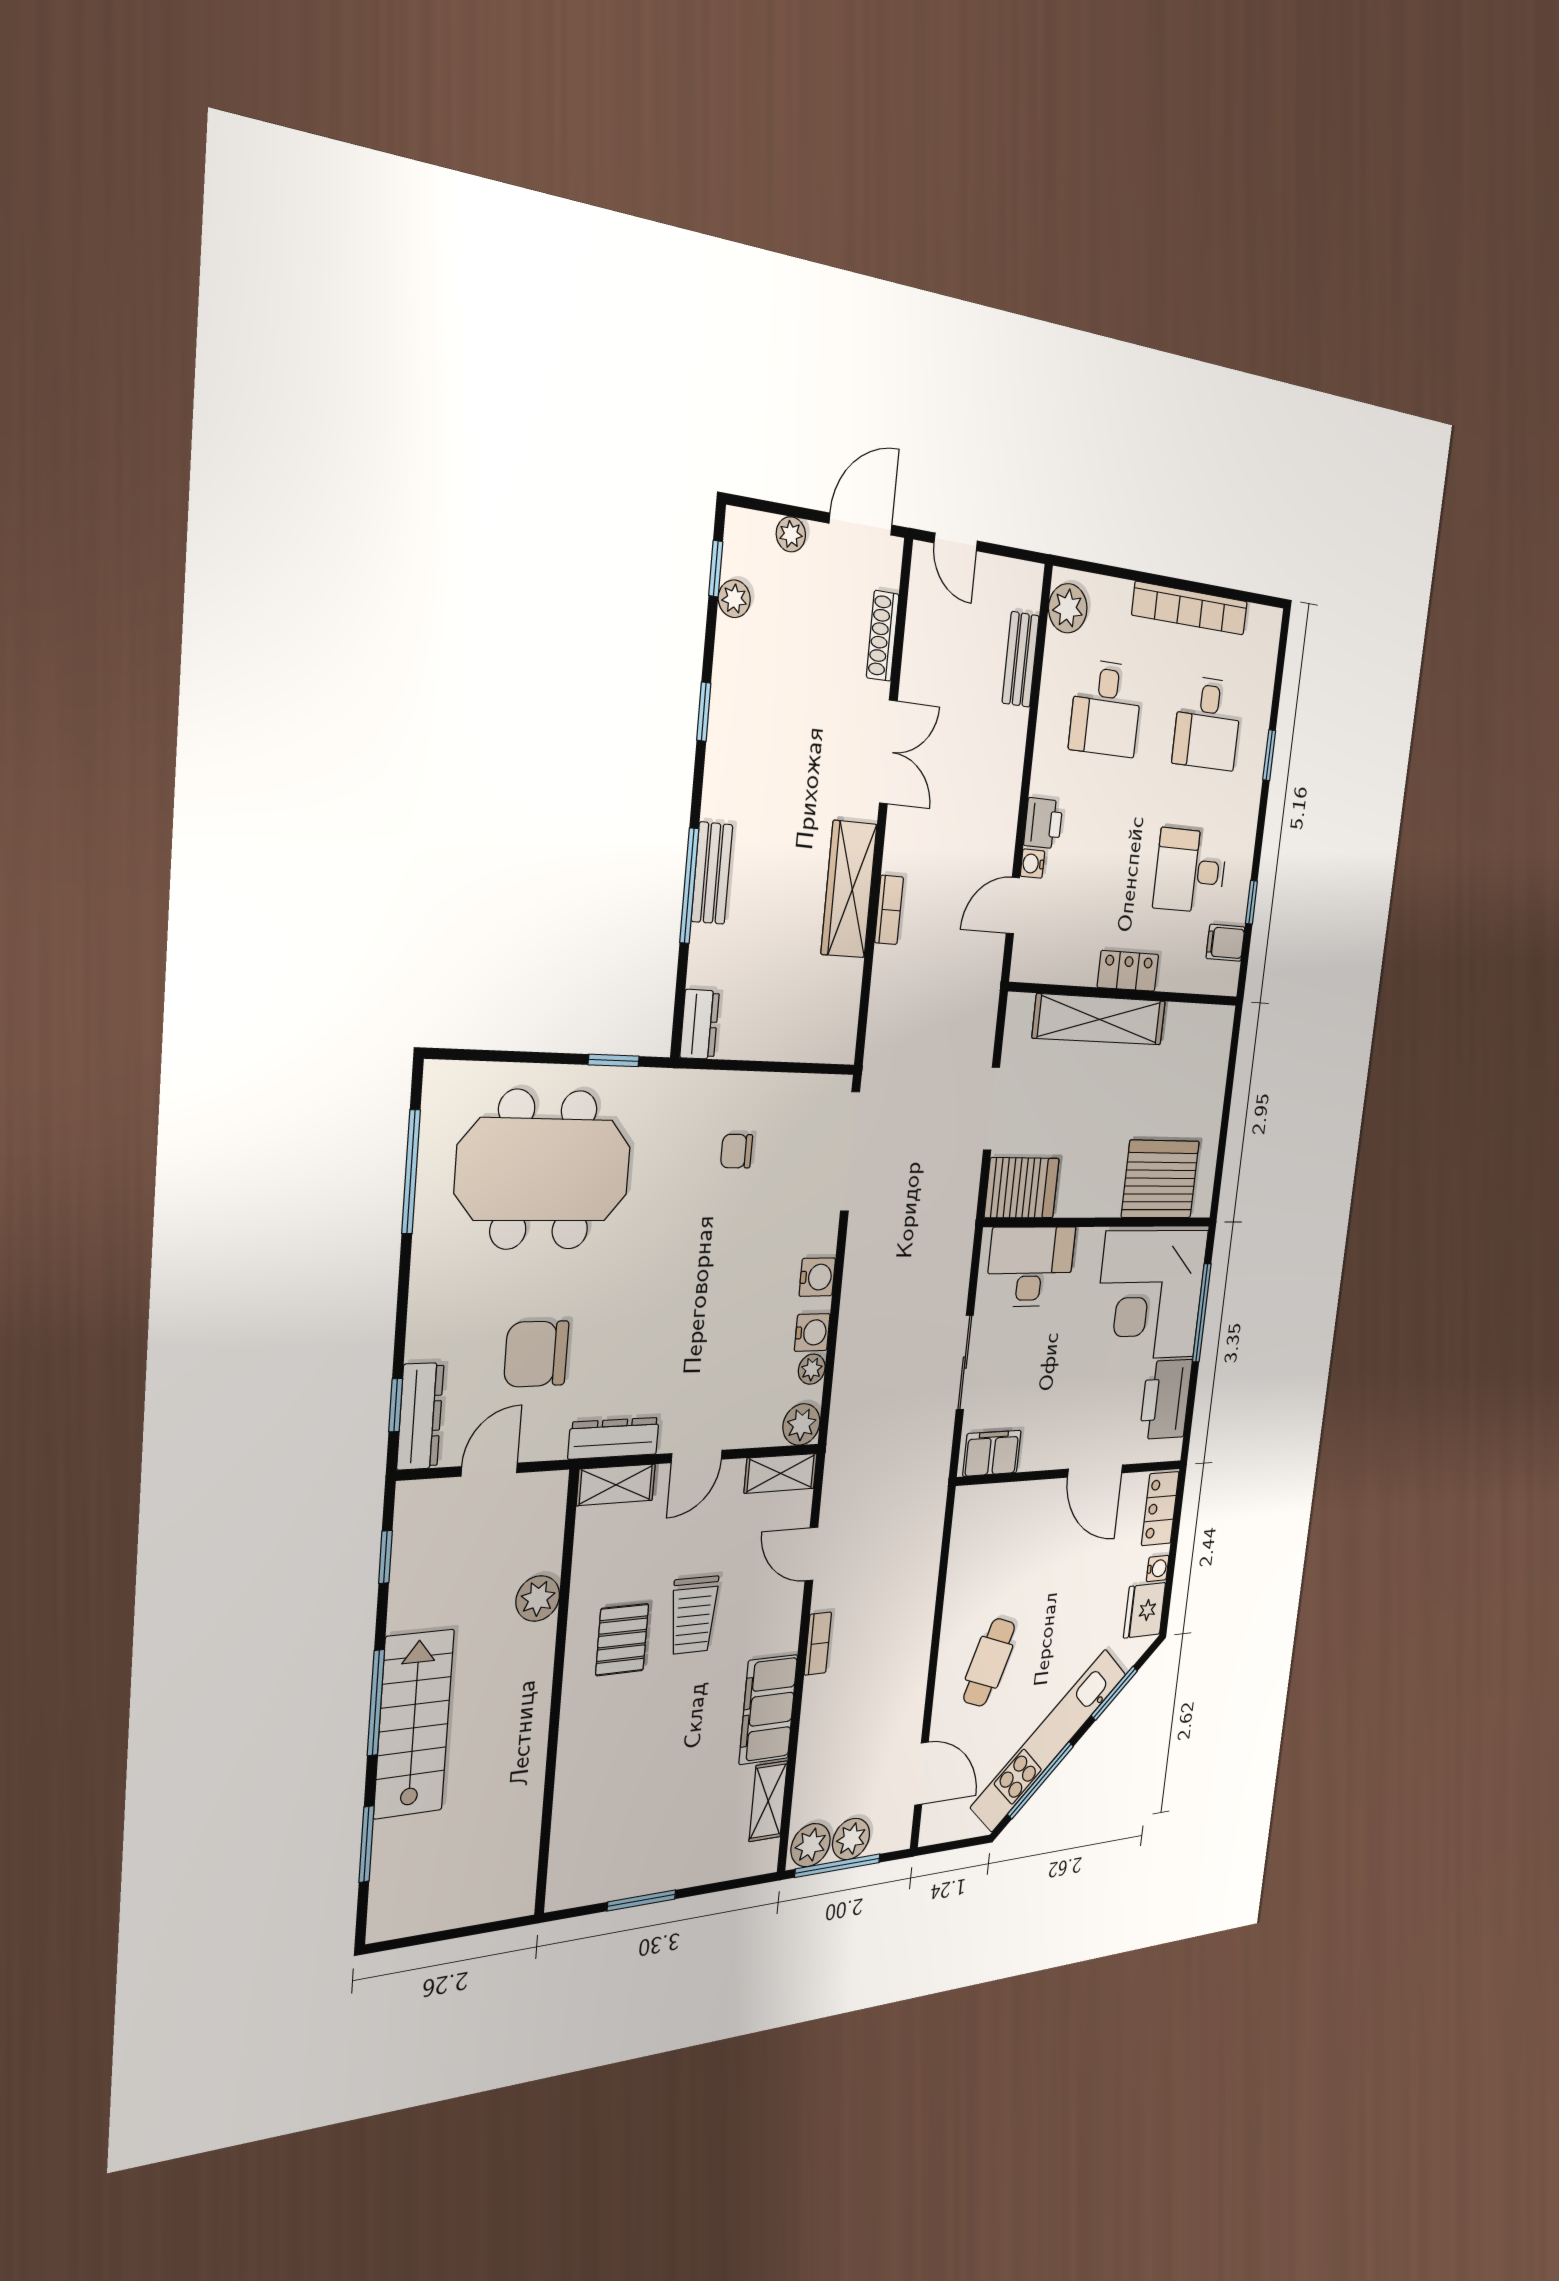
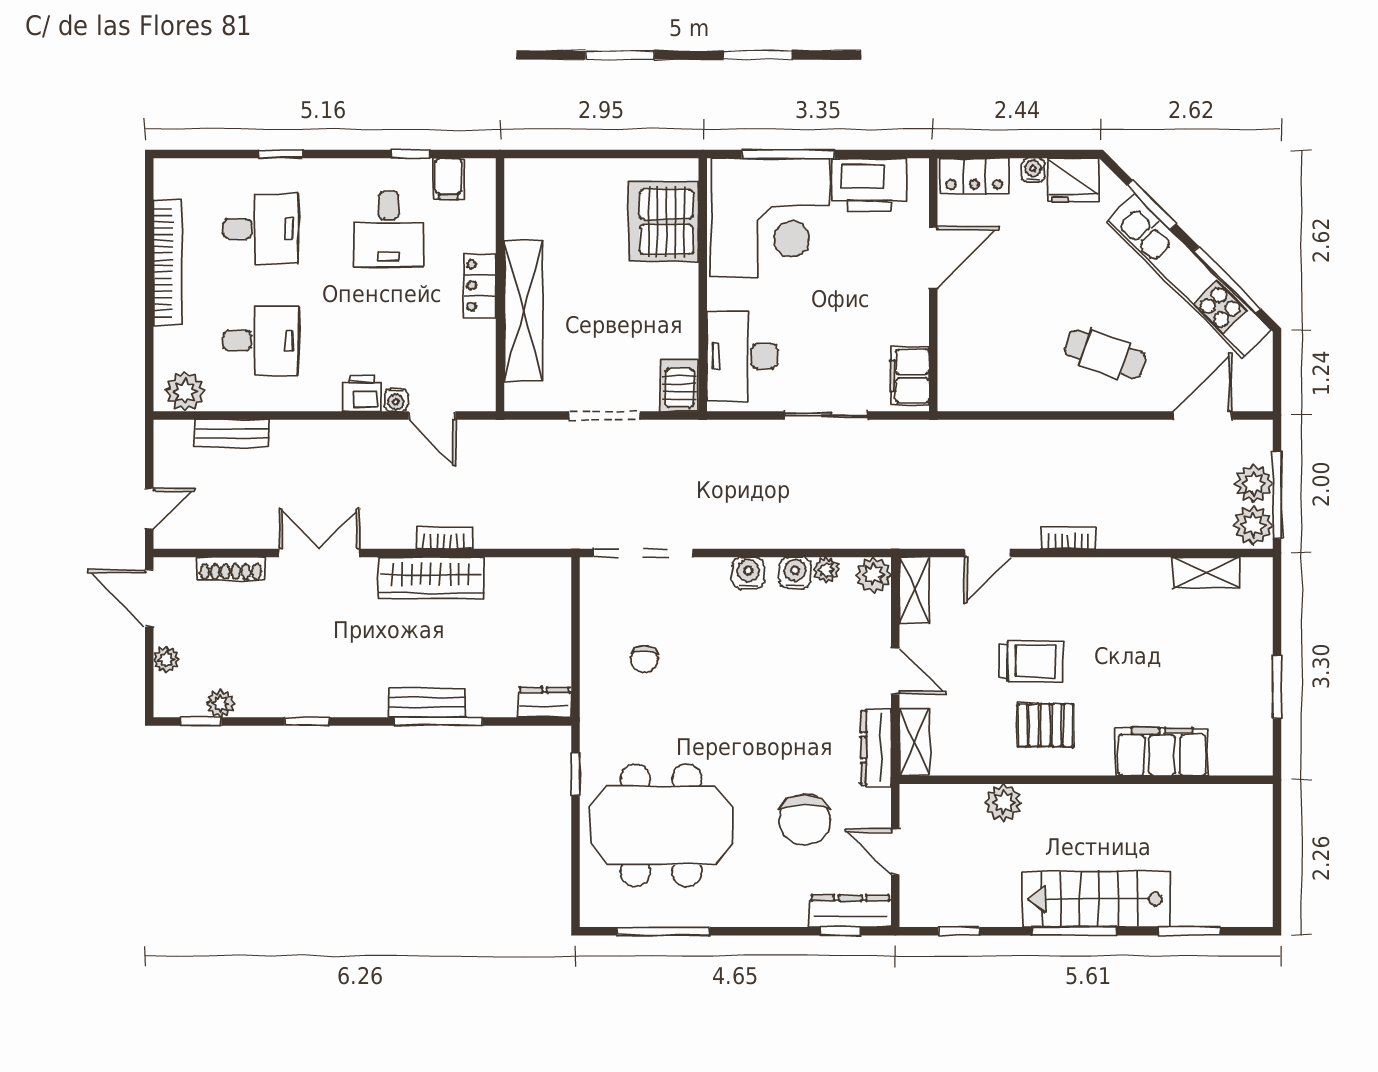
meeting table: (544, 1170) -> (661, 825), turned 90
server rack: (1022, 1188) -> (679, 386), width x0.73, depth x0.70
filing cabinet: (768, 1710) -> (1162, 752), moved, turned 180

